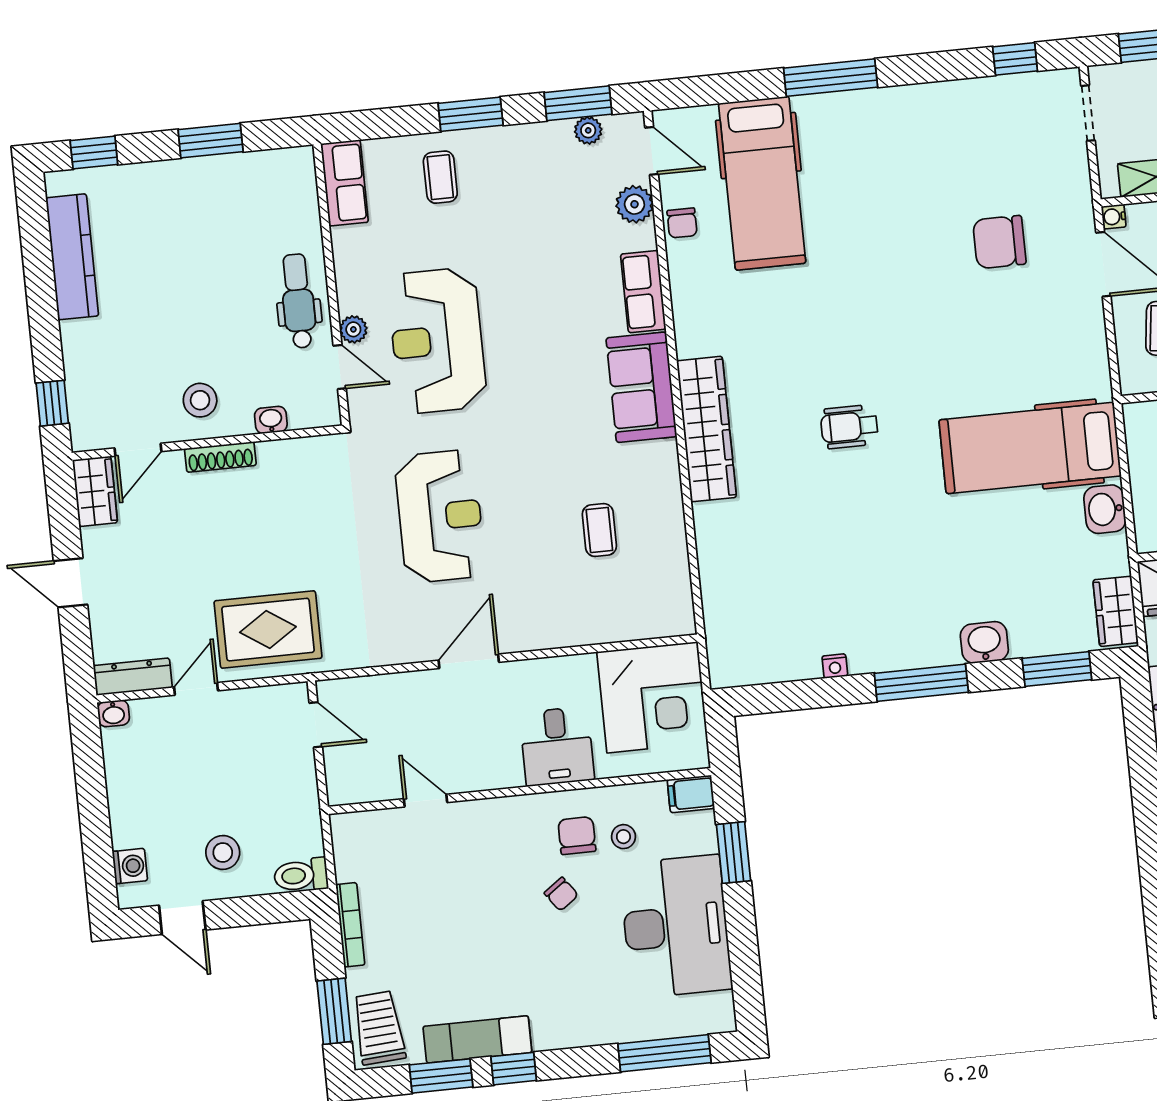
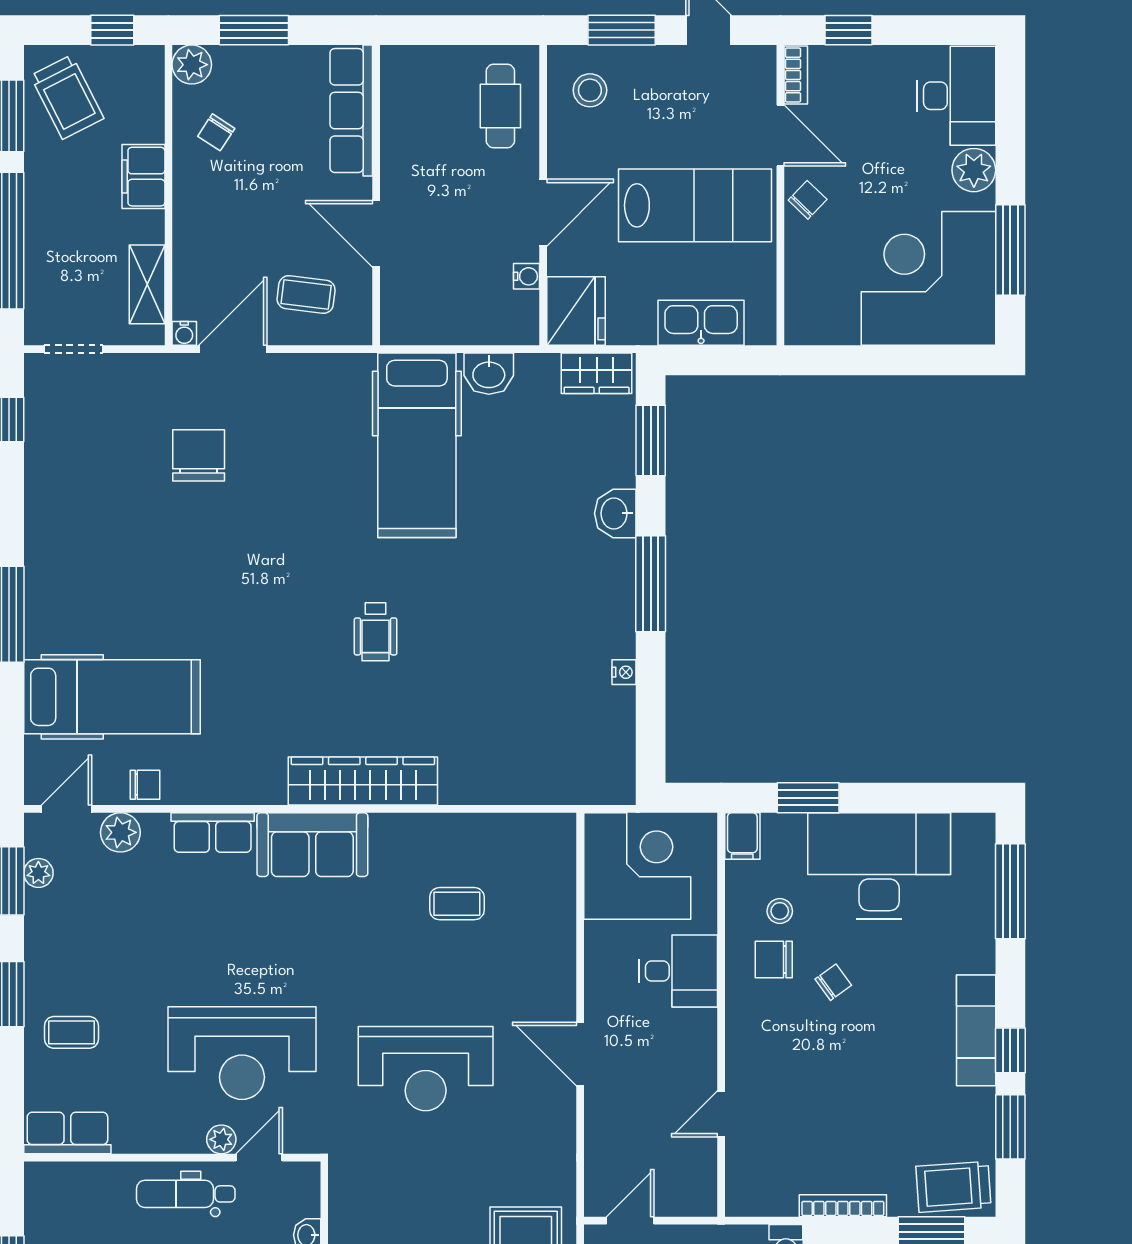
chair: (999, 242) -> (199, 455), turned 180
reception desk: (440, 516) -> (426, 1069), turned 180
exam couch: (477, 1039) -> (976, 1030), moved

